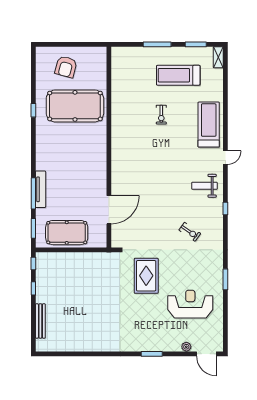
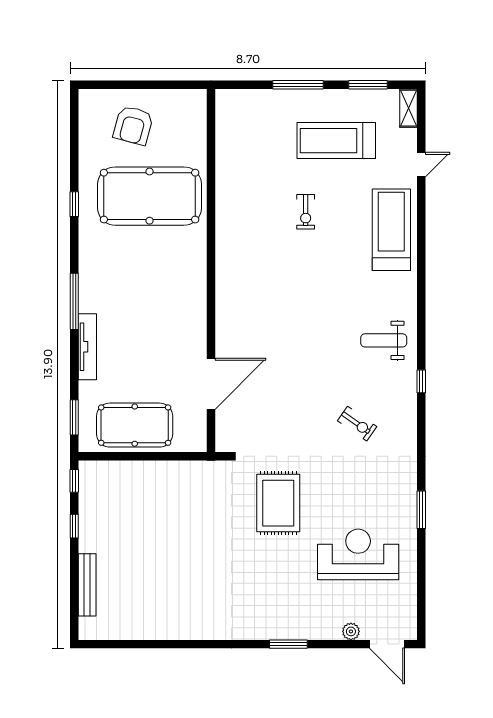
door: (225, 158) -> (421, 165), moved
window: (33, 193) -> (74, 301), moved

